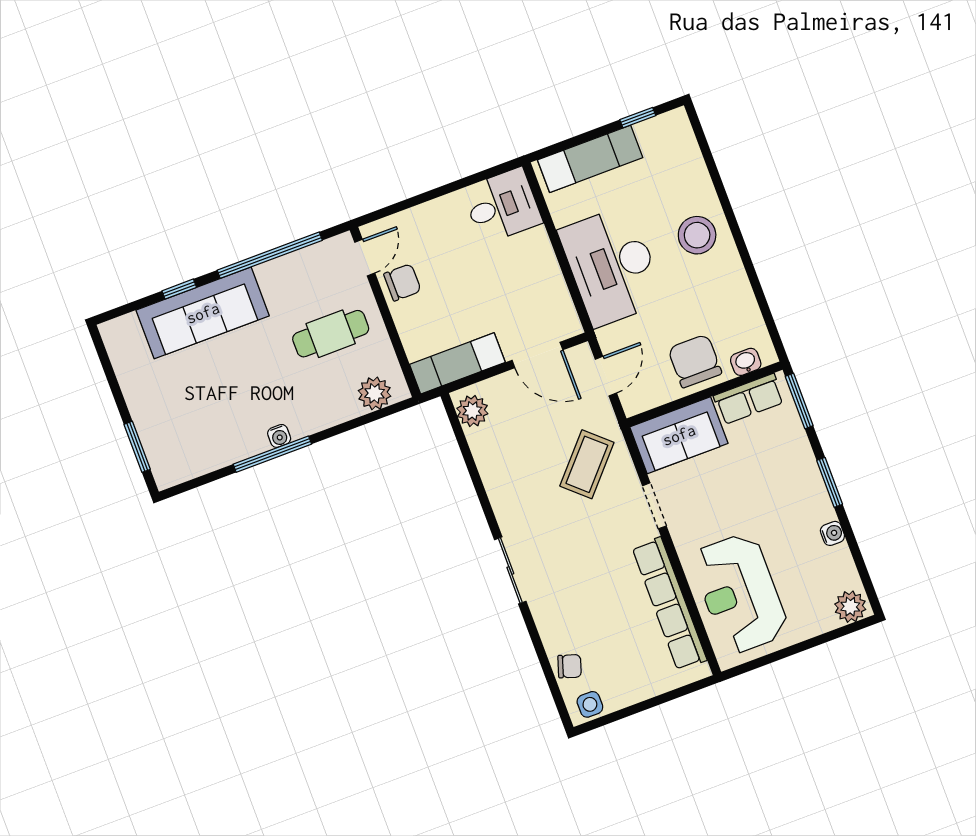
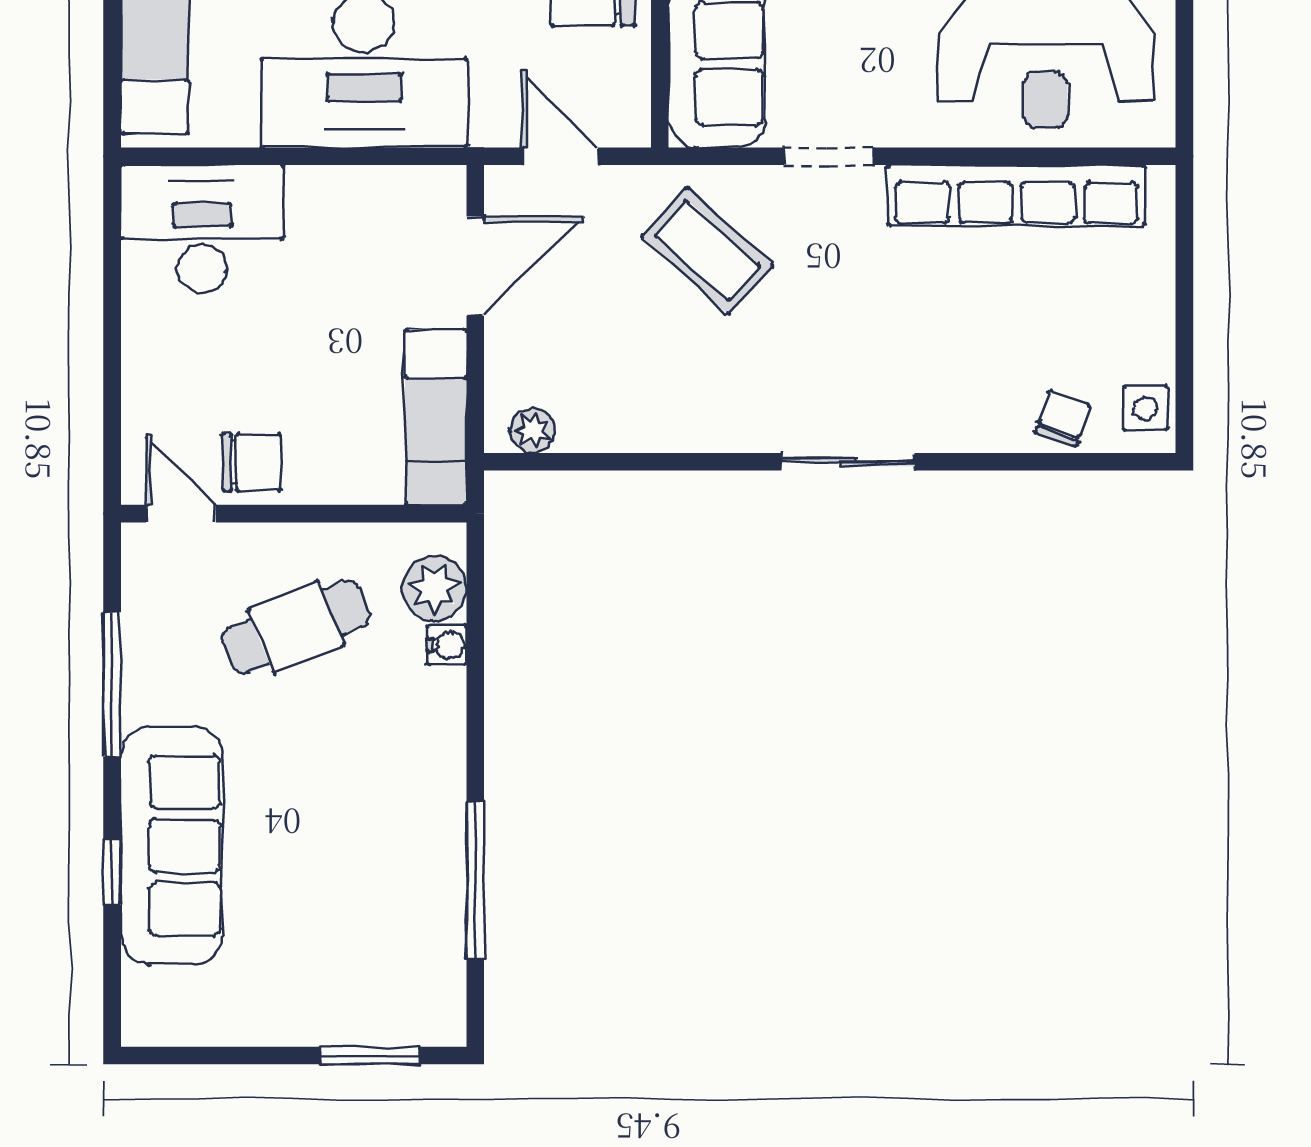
desk: (502, 206) -> (202, 229), width x1.37
window: (270, 255) -> (112, 685), width x0.68
chair: (402, 282) -> (252, 462), turned 90
cafe table: (331, 334) -> (296, 627), turned 68
plant: (472, 411) -> (533, 431), width x0.73, depth x0.73
water cooler: (279, 436) -> (447, 645), moved
window: (272, 454) -> (475, 880), moved

